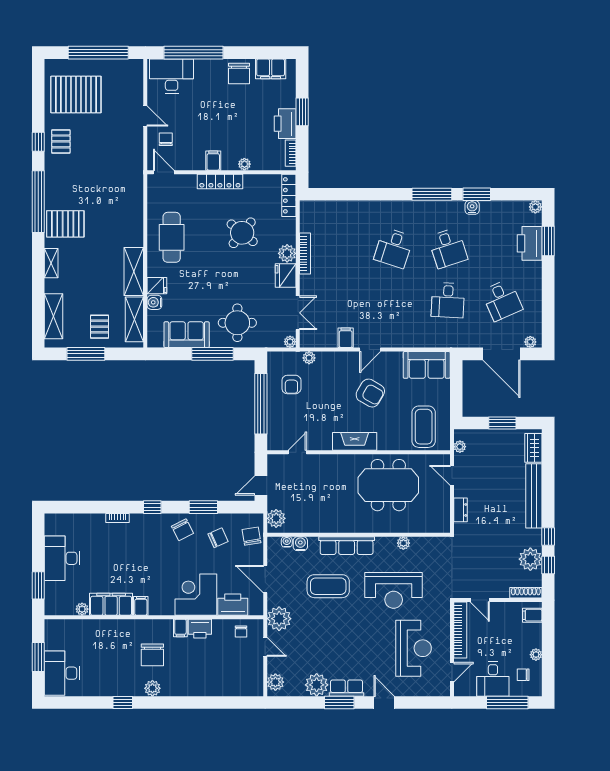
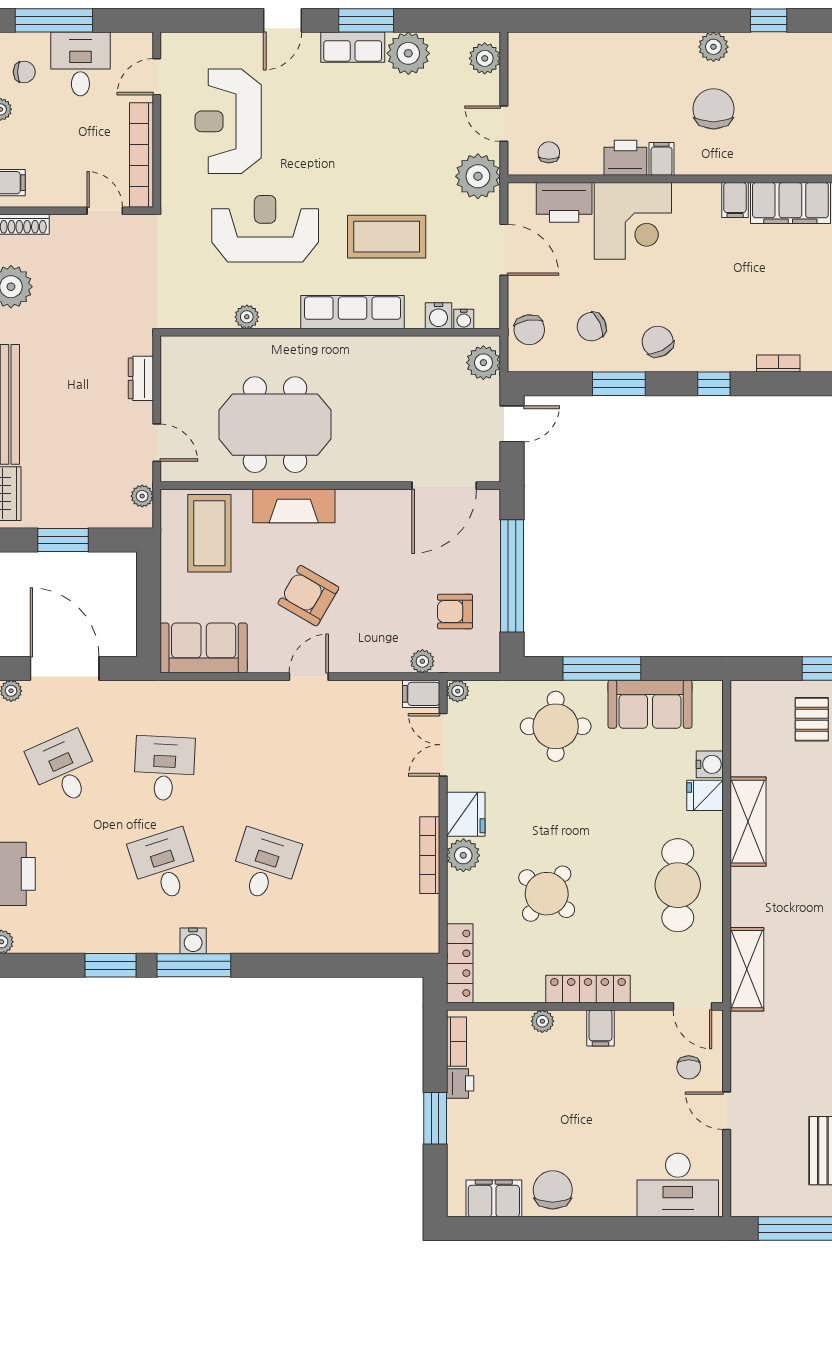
window: (193, 53) -> (637, 1229), removed
printer: (285, 124) -> (460, 1083), width x0.53, depth x0.68
water cooler: (472, 207) -> (193, 941), moved
shelving: (134, 319) -> (747, 969), moved
filing cabinet: (346, 338) -> (421, 694), moved, turned 90
armchair: (291, 384) -> (455, 612), turned -90
fireplace: (355, 441) -> (294, 506), moved
door: (297, 452) -> (444, 486), width x1.87
door: (384, 702) -> (283, 20), hinge flipped

